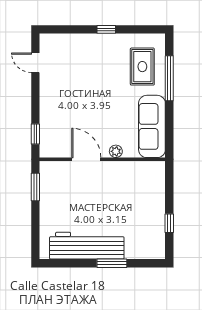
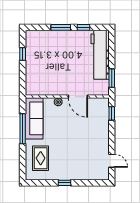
window: (169, 78) -> (23, 129), moved
workbench: (87, 246) -> (100, 55), moved, turned 90
window: (78, 263) -> (84, 27), added

